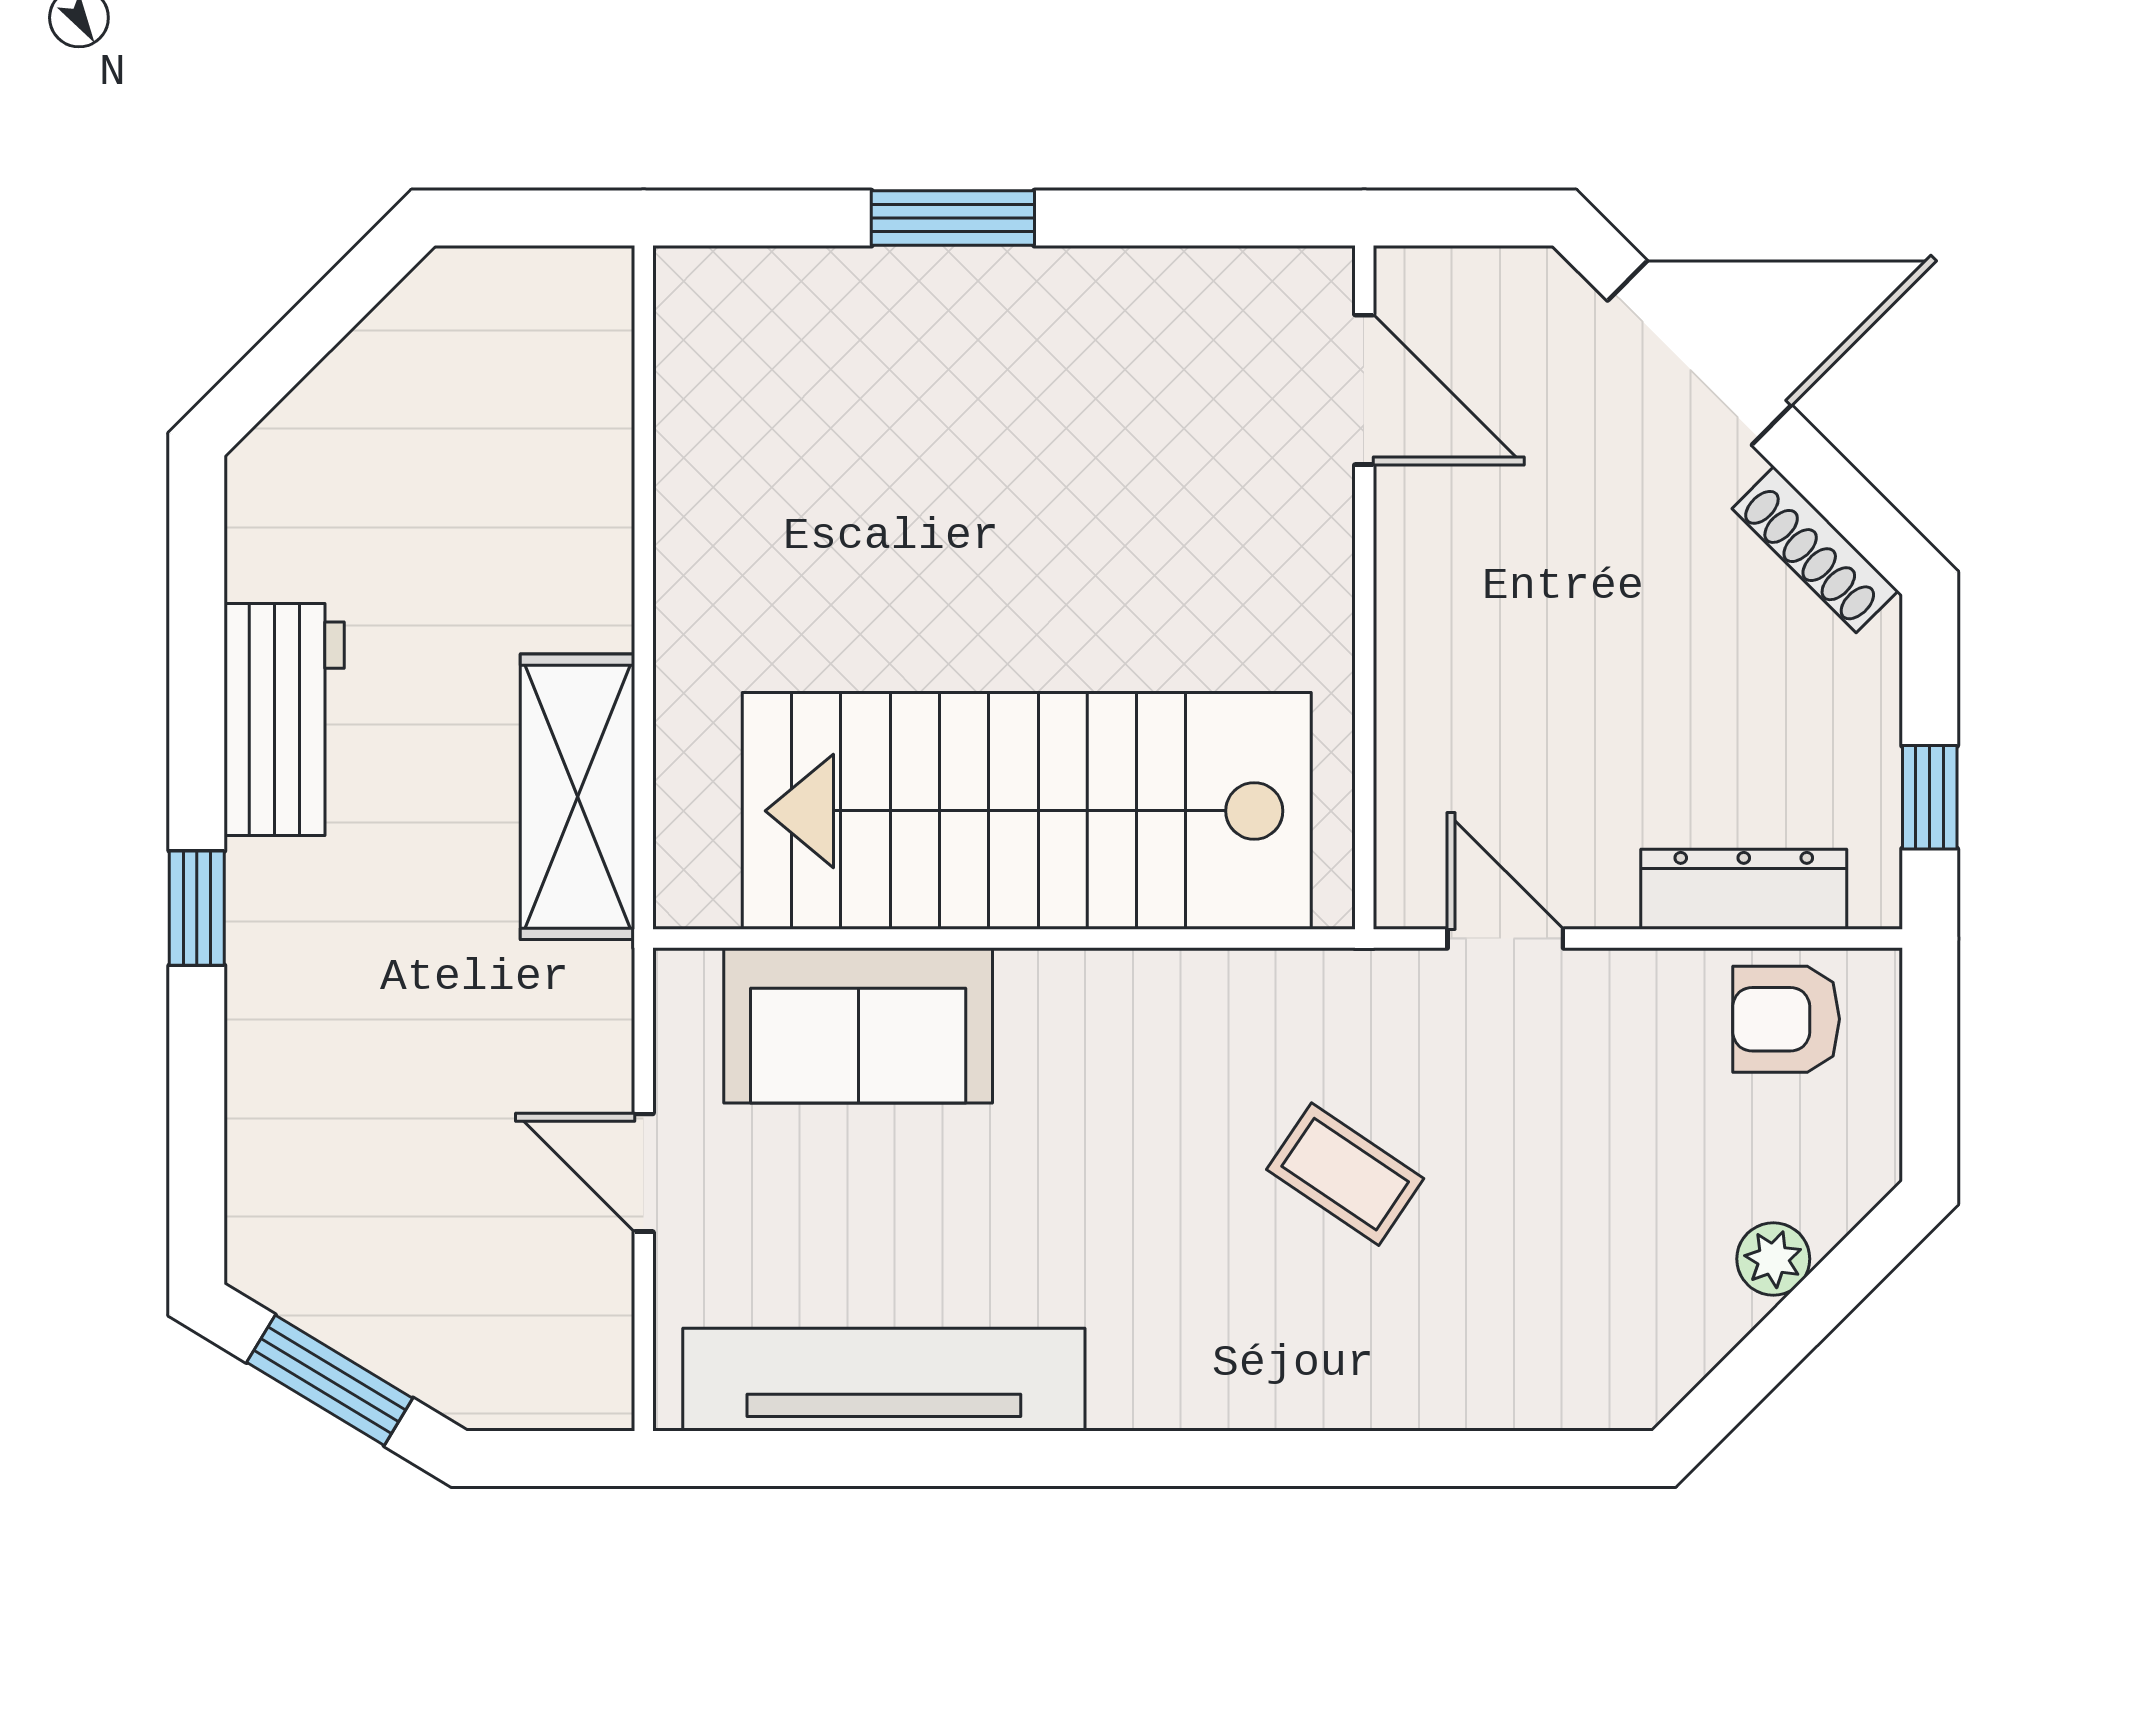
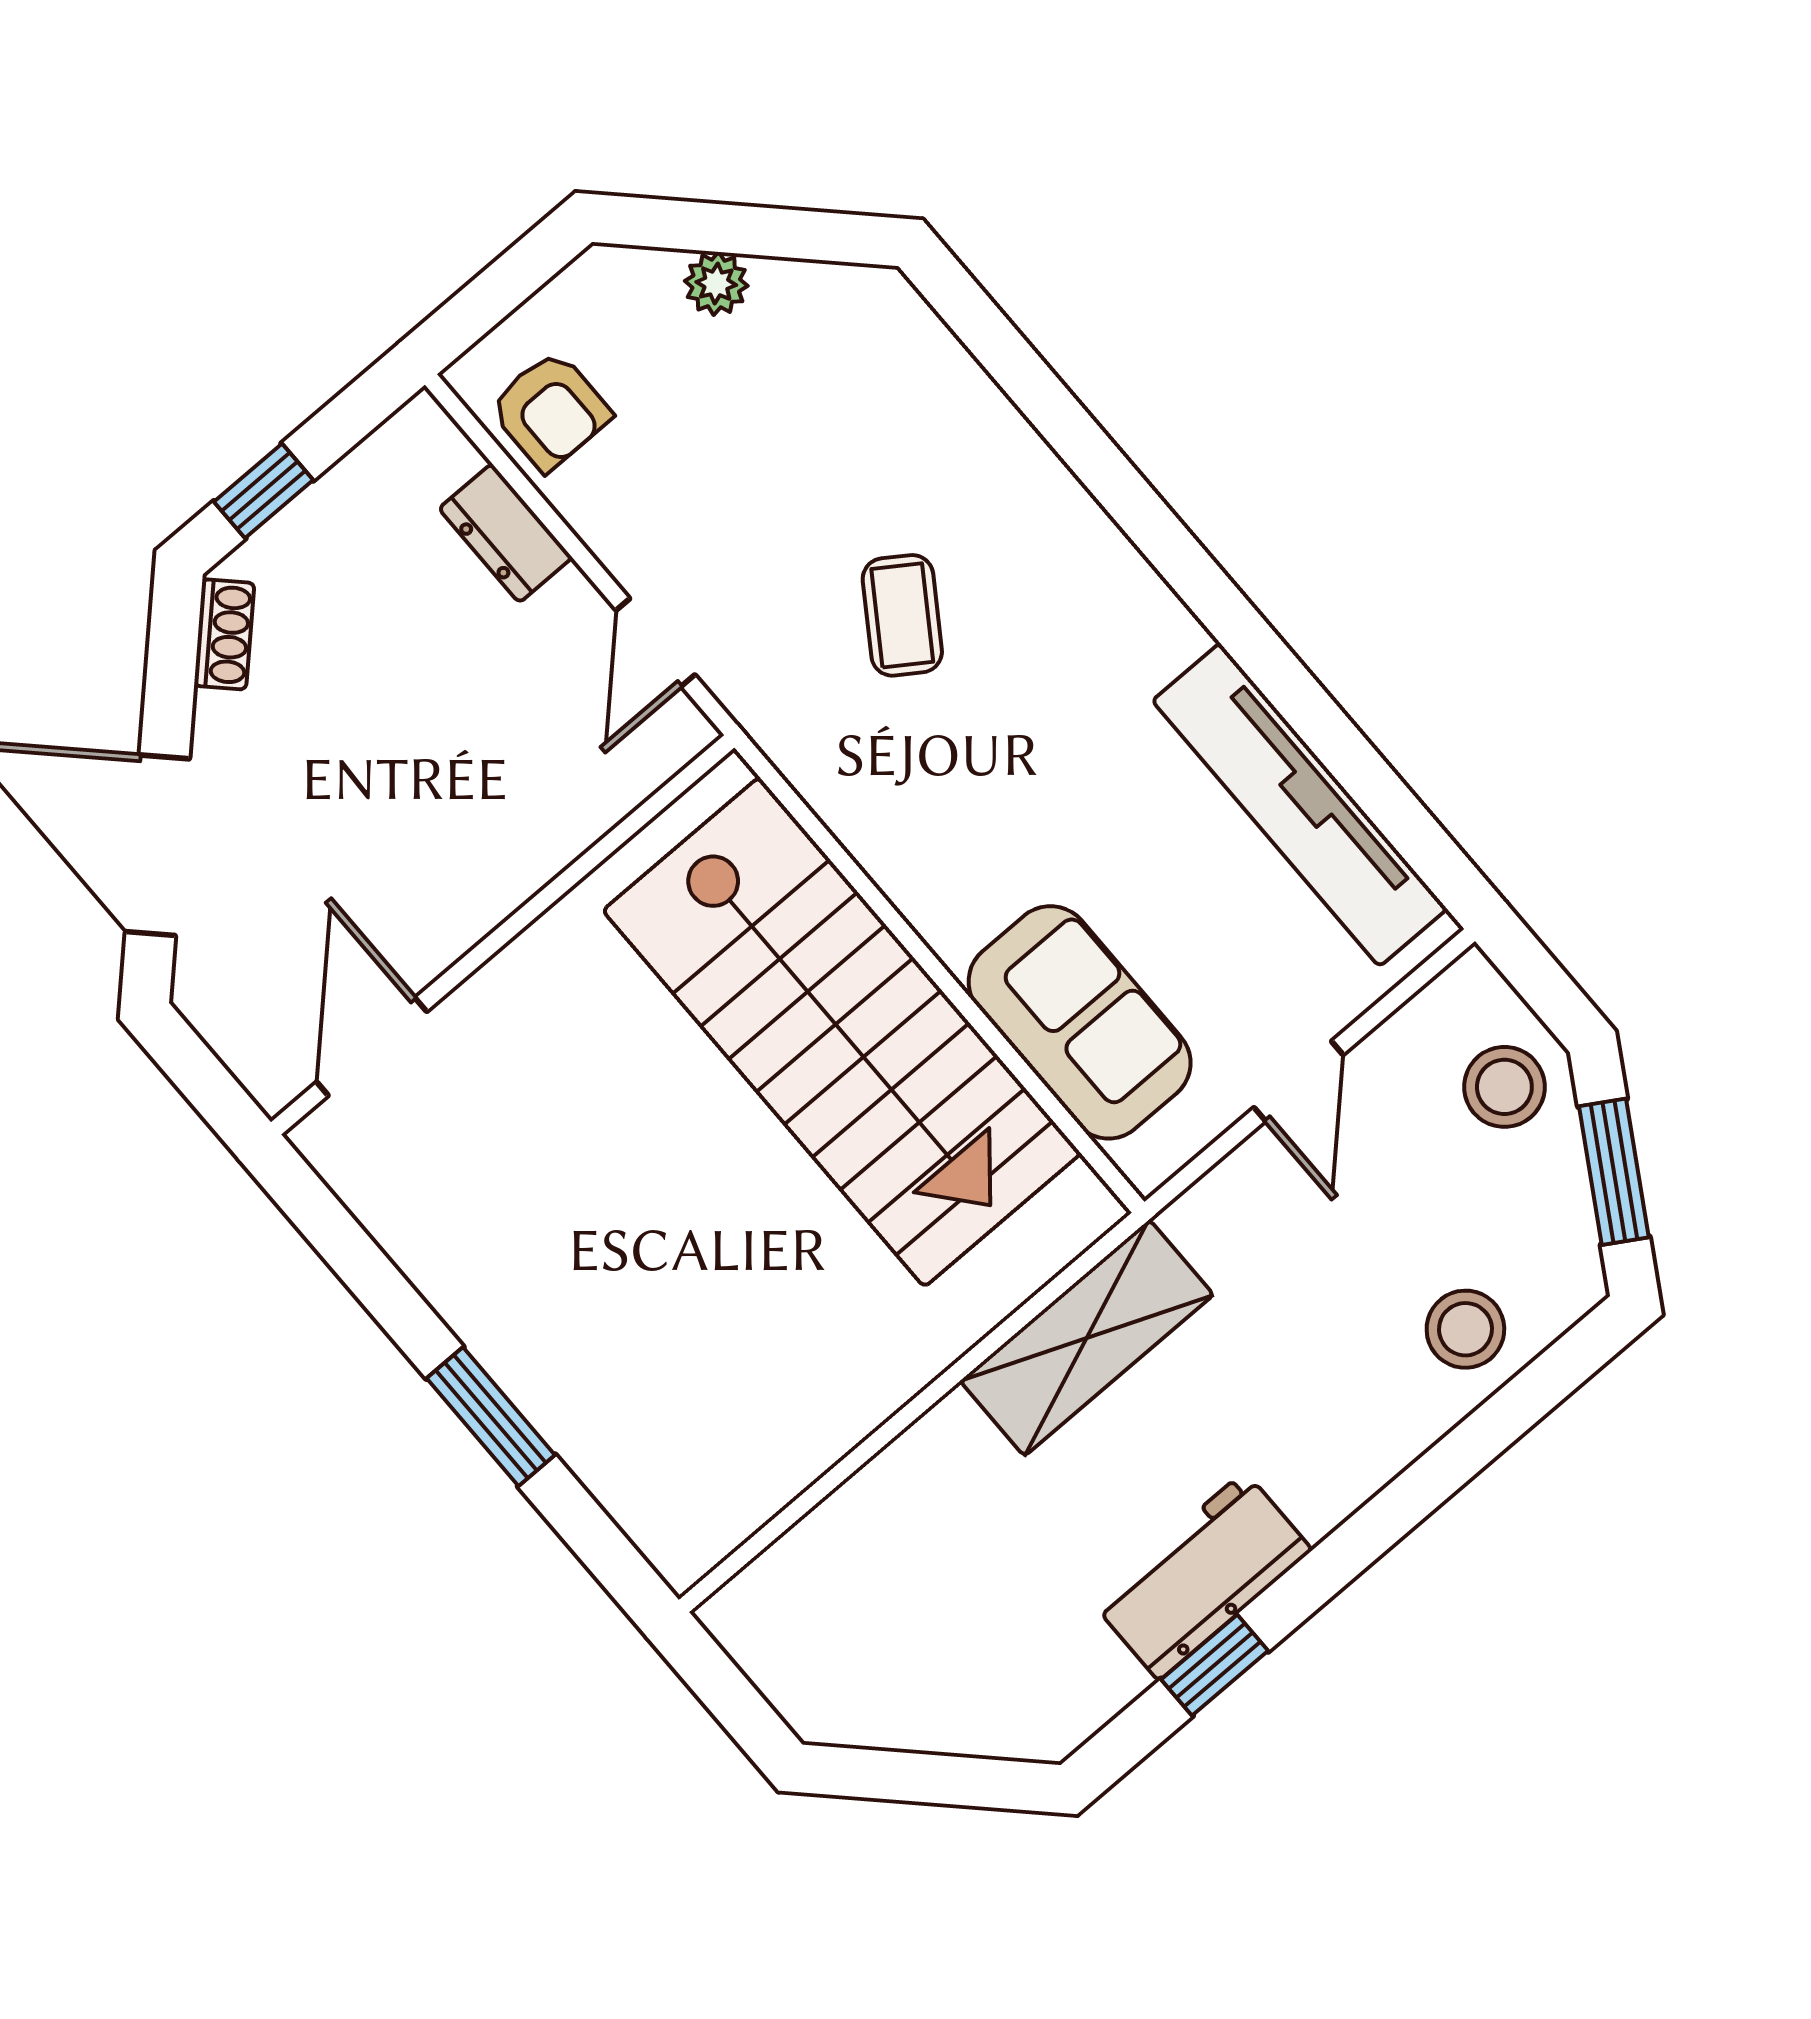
shoe rack: (1815, 550) -> (224, 634), width x0.70
window: (1930, 797) -> (263, 491), moved
dresser: (1744, 889) -> (506, 533), width x0.70
window: (197, 908) -> (1215, 1665), moved
stool: (303, 1133) -> (1465, 1329), added
stool: (485, 1348) -> (1504, 1087), added

